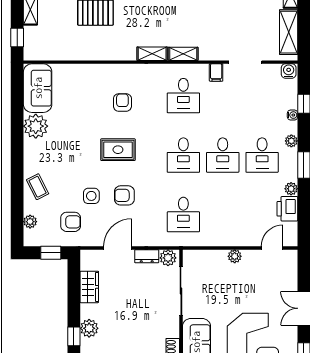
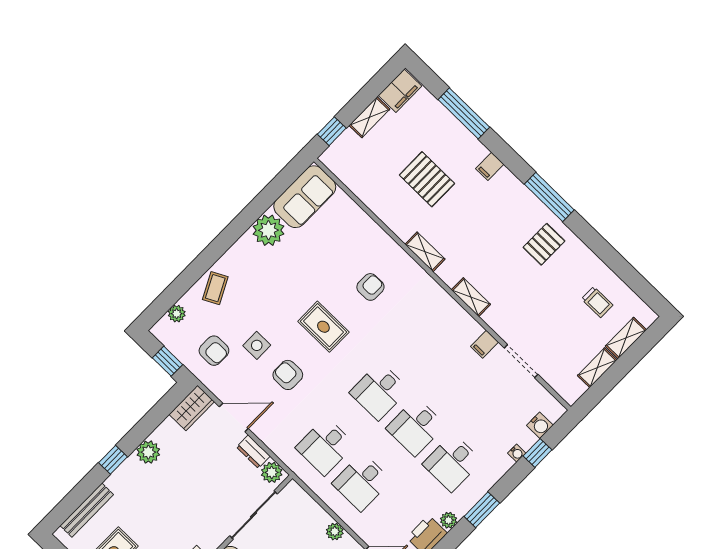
shelving: (289, 32) -> (597, 368), width x0.67, depth x0.75
shelving: (152, 54) -> (425, 252), moved
water cooler: (289, 71) -> (540, 425), moved, turned 90
desk: (183, 96) -> (362, 482), moved
plant: (291, 141) -> (492, 476), removed
wardrobe: (89, 287) -> (192, 408), moved
plant: (89, 328) -> (148, 452), moved

